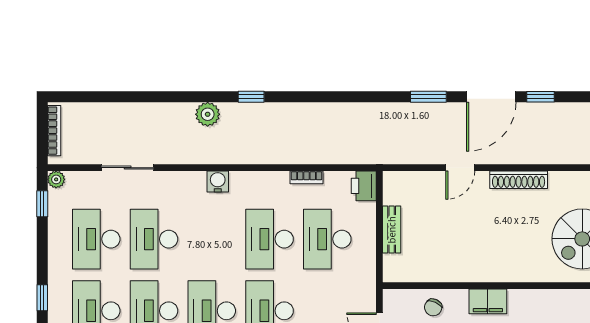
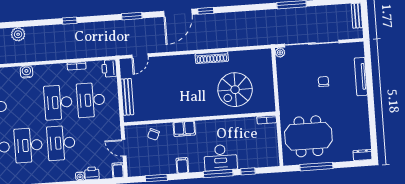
window: (251, 97) -> (70, 21), moved
window: (428, 97) -> (132, 16), moved
door: (460, 168) -> (140, 56), moved
shoe rack: (519, 180) -> (212, 58), moved
bench: (392, 230) -> (127, 97), width x1.36

